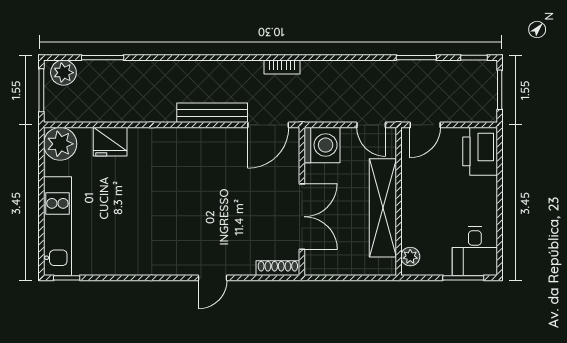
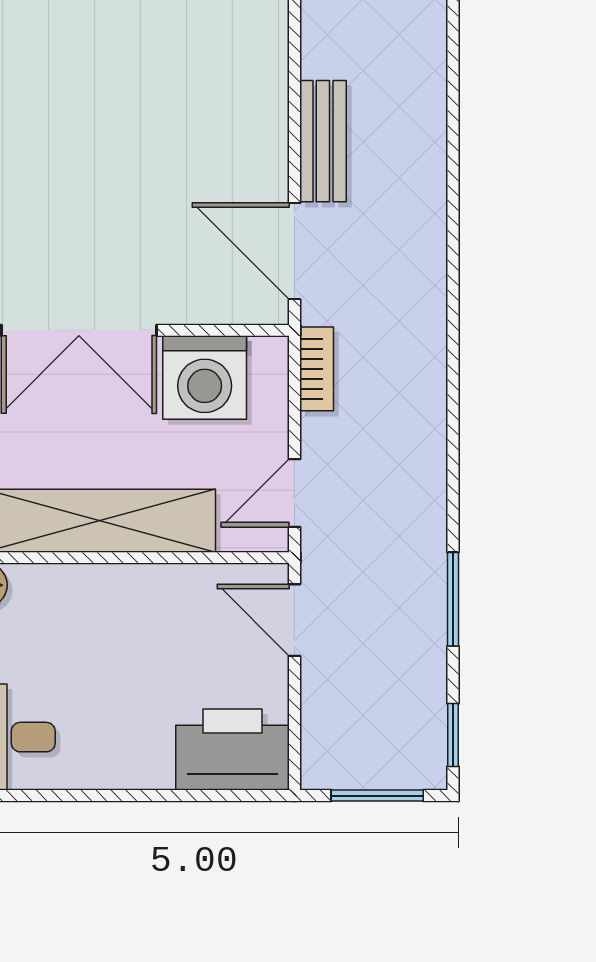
bookcase: (282, 67) -> (317, 369), moved, turned 180
bench: (212, 113) -> (323, 141), width x0.73
washing machine: (322, 145) -> (205, 378), moved

